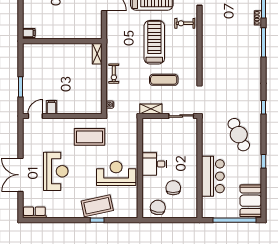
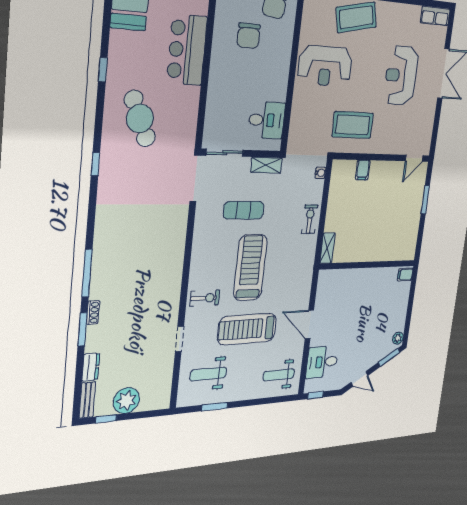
treadmill: (154, 42) -> (250, 267), turned 180
filing cabinet: (51, 107) -> (363, 170), moved
desk: (154, 164) -> (267, 120), moved

